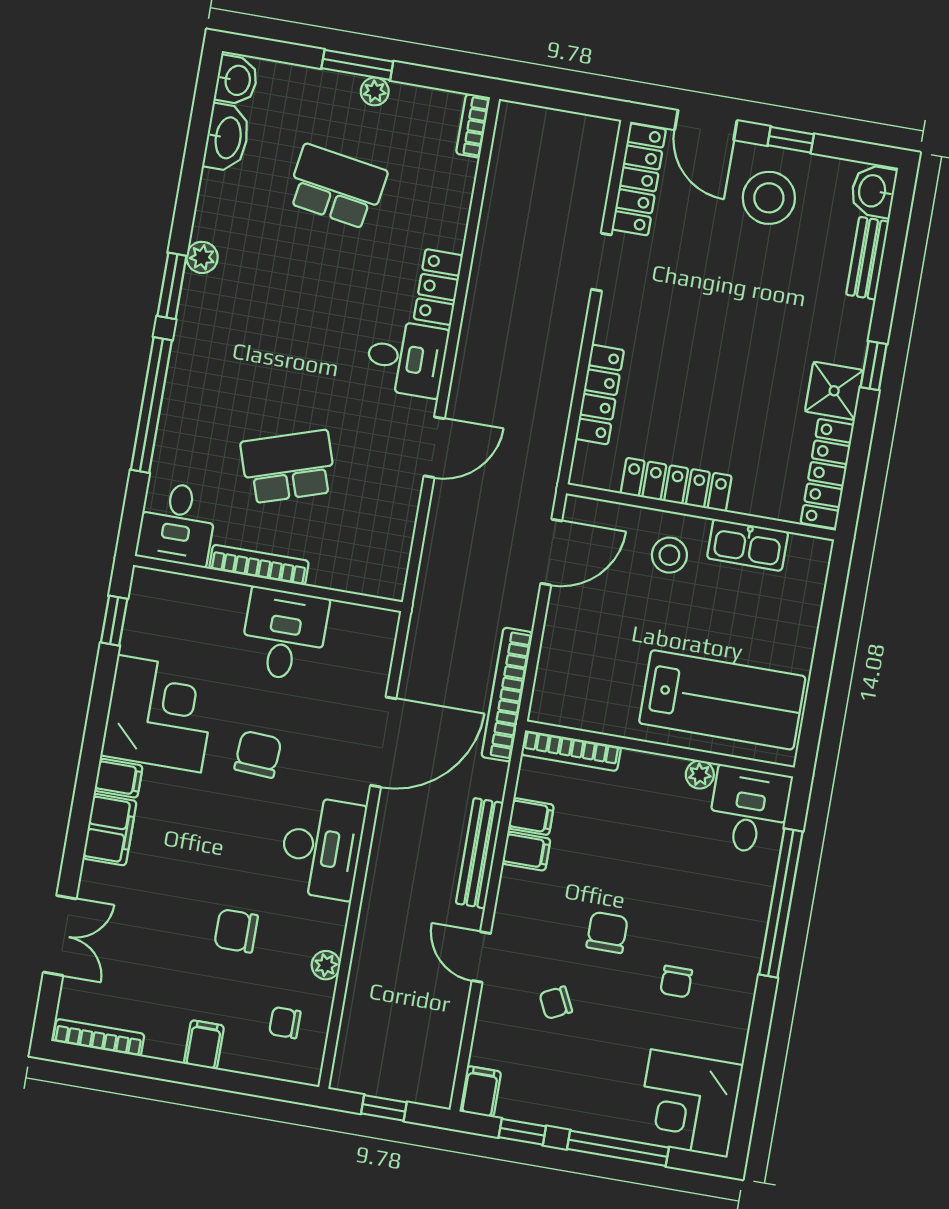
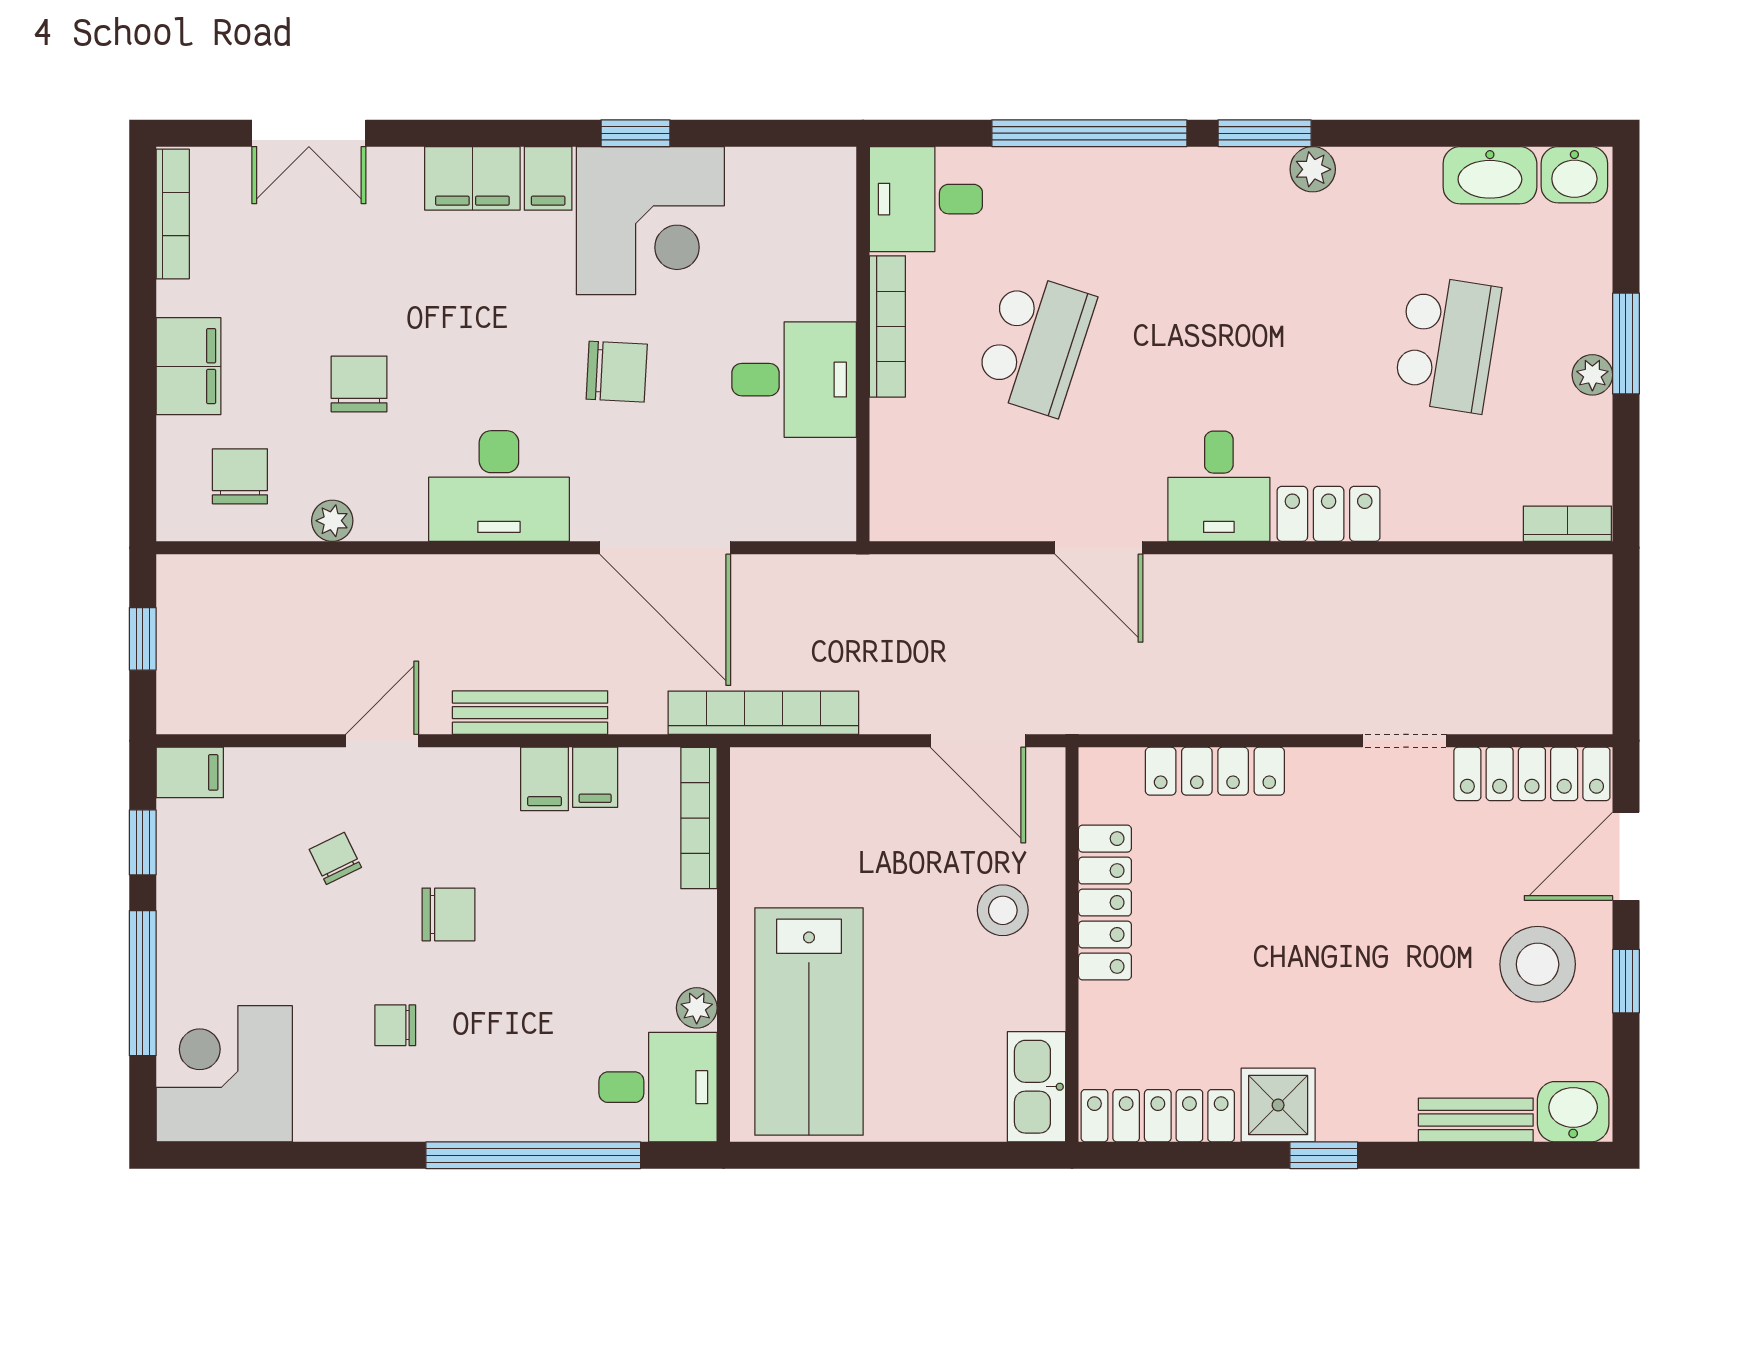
school desk: (288, 467) -> (1035, 344), turned 36
kitchen sink: (748, 545) -> (1037, 1087), moved
window: (114, 621) -> (636, 133), moved
chair: (285, 1023) -> (240, 476), width x1.37, depth x1.37
filing cabinet: (204, 1045) -> (188, 366), width x2.00

